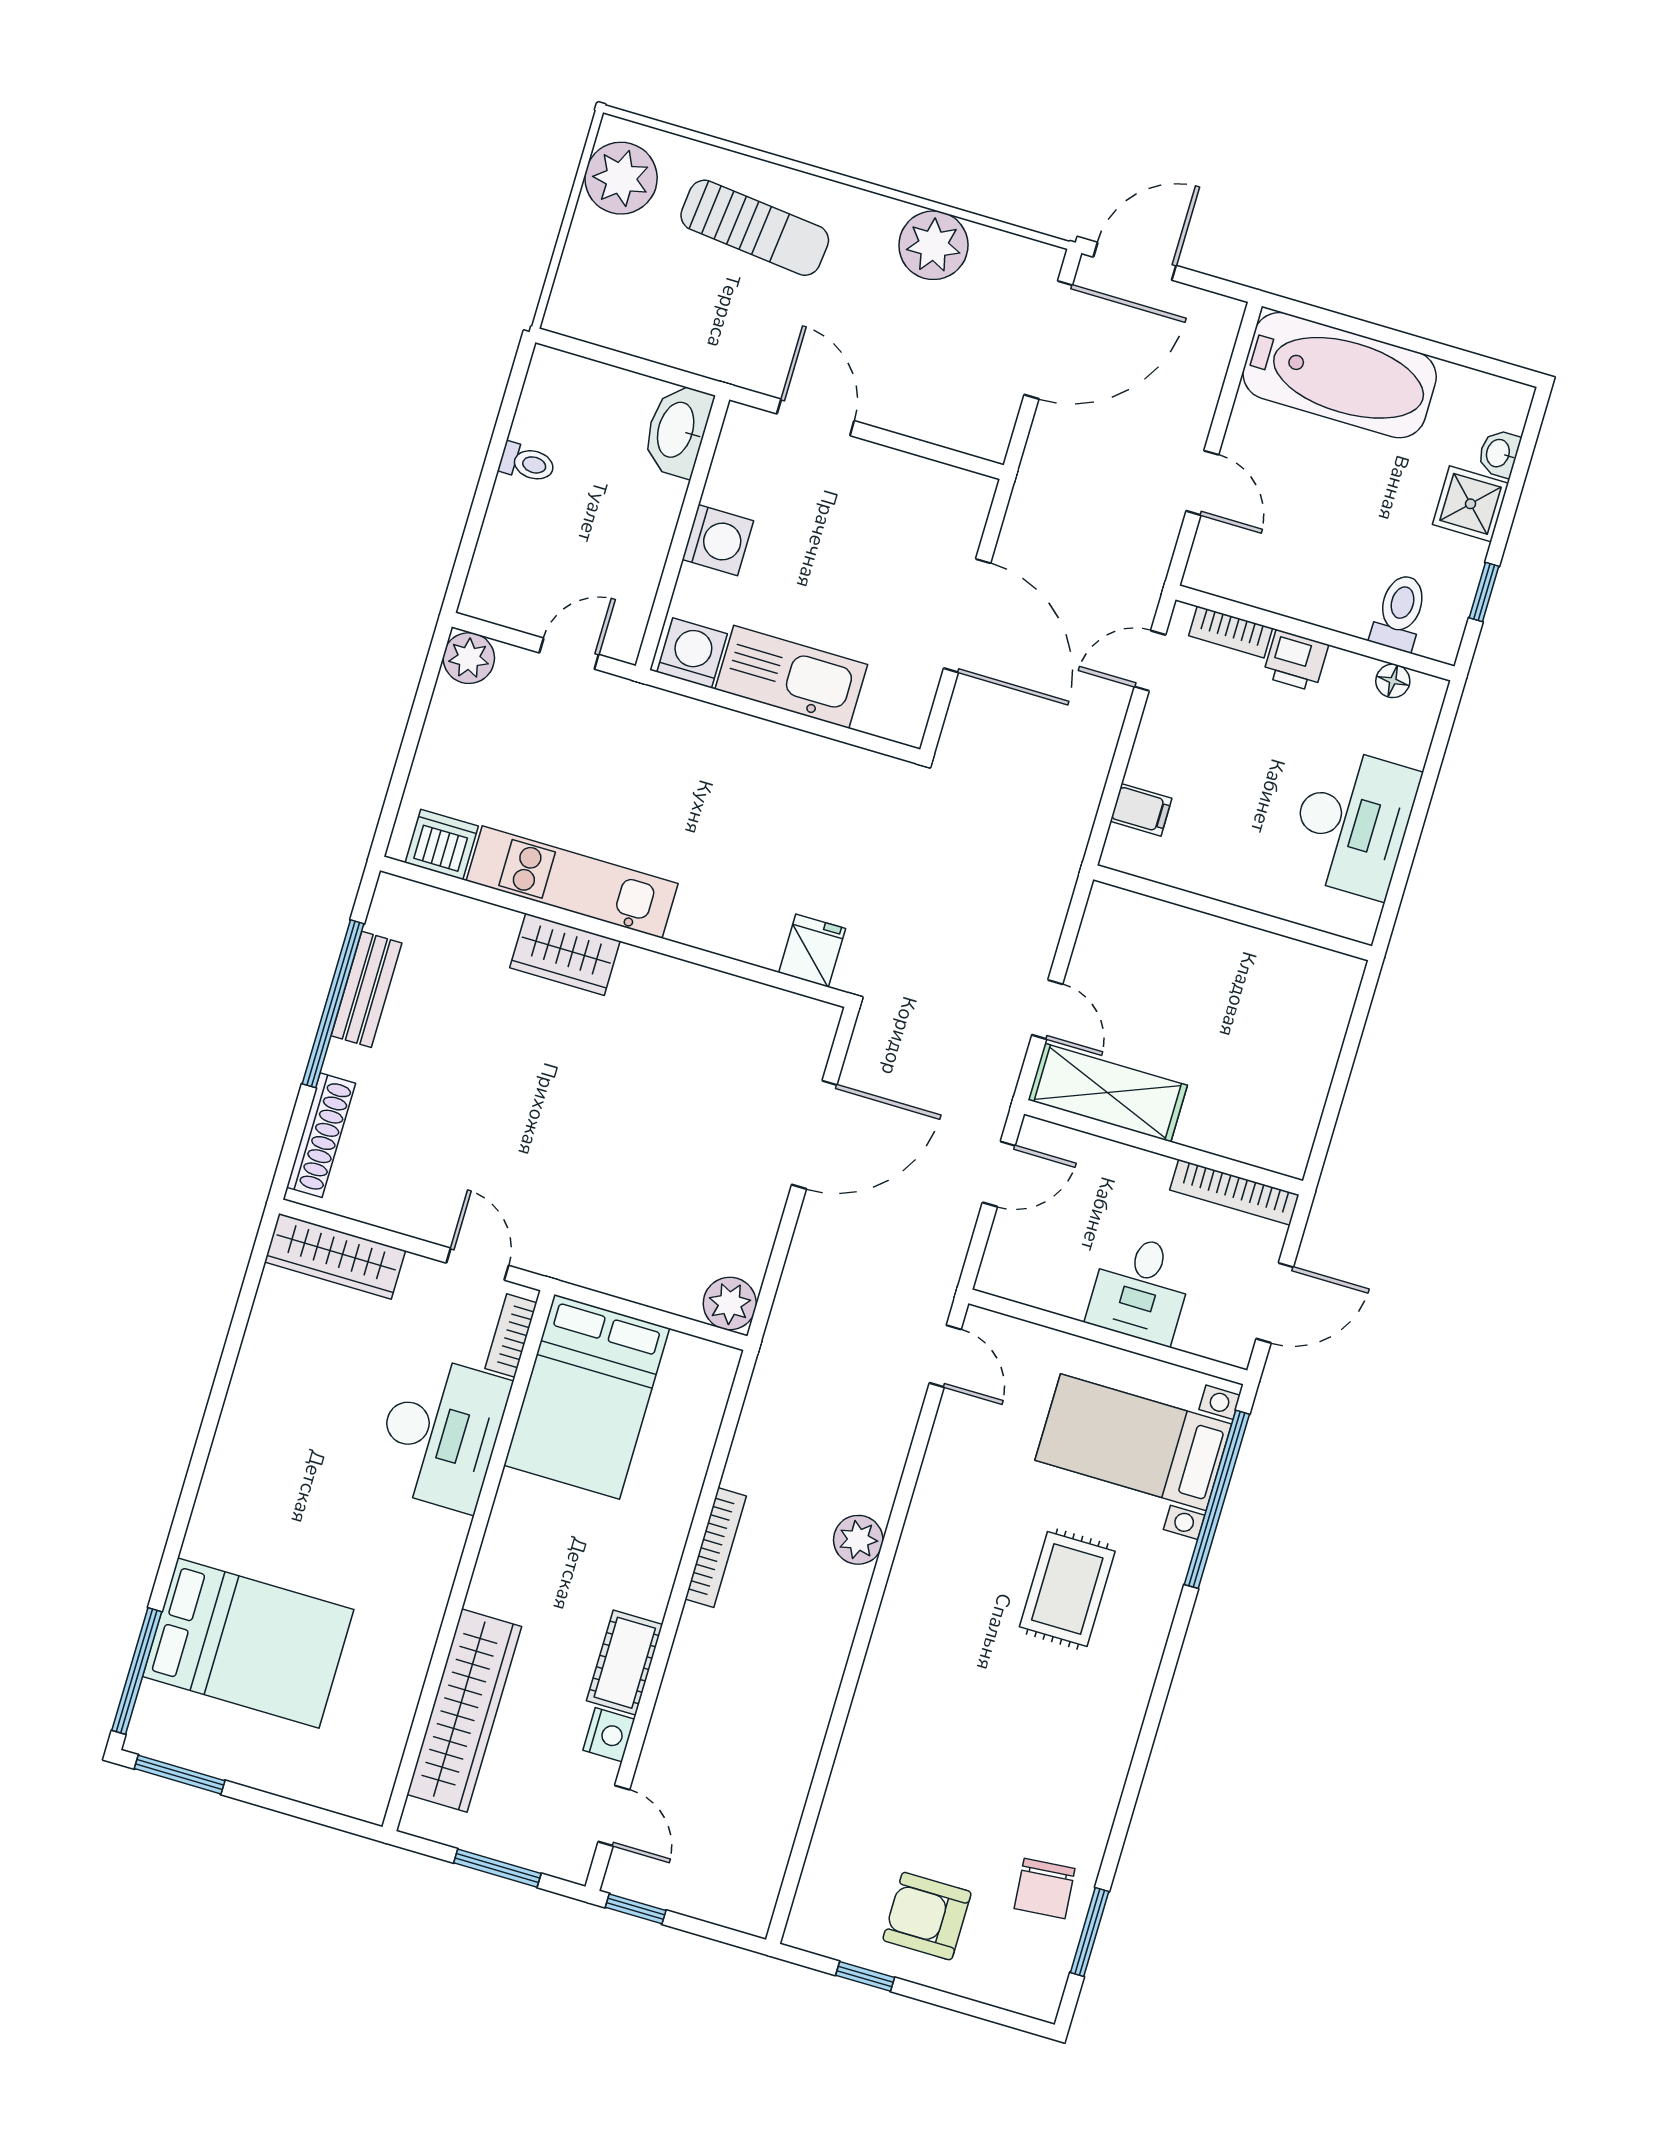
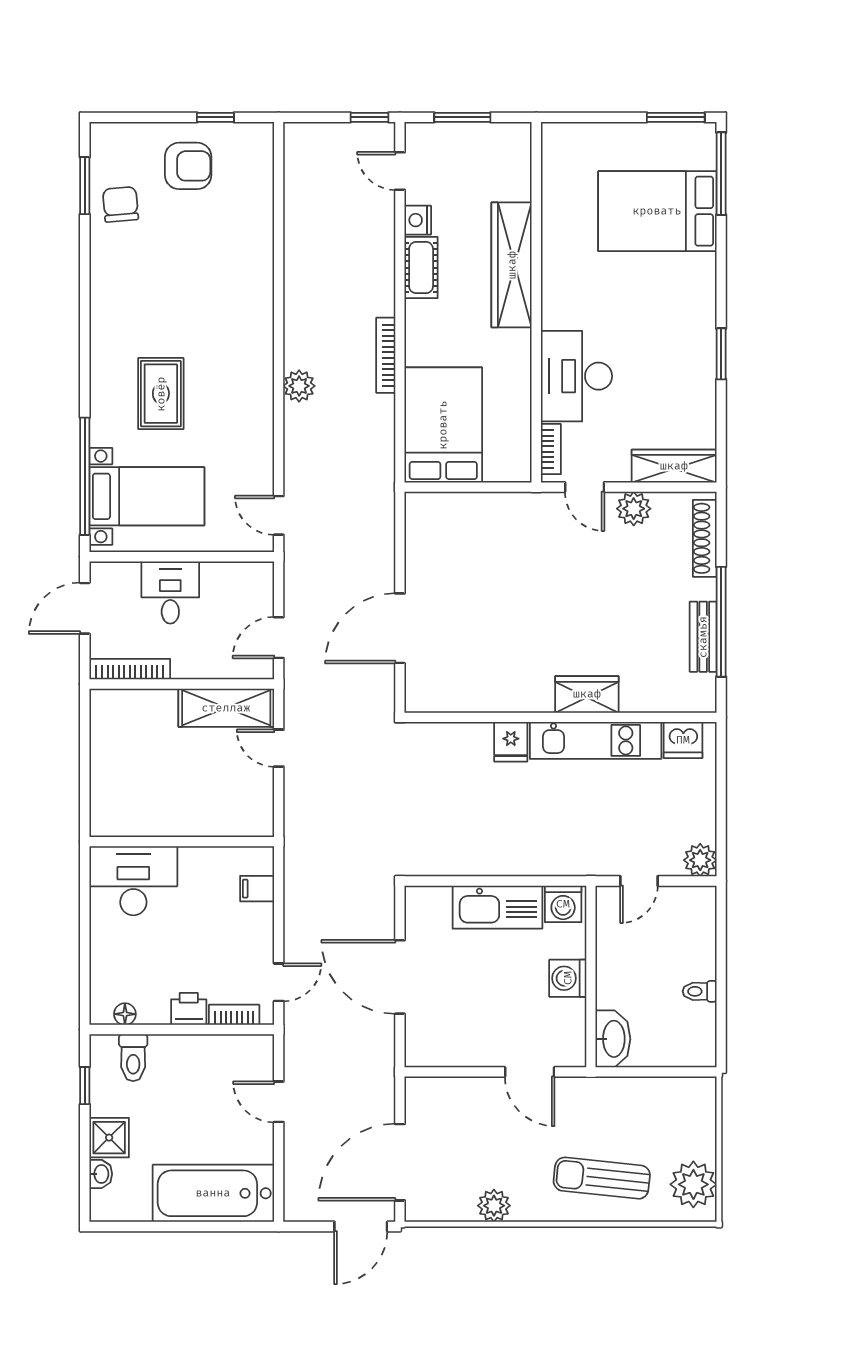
plant: (933, 245) -> (494, 1206), width x0.73, depth x0.73
desk: (1353, 822) -> (133, 881), moved, turned 90
fridge: (812, 951) -> (511, 742), moved
plant: (730, 1304) -> (634, 509), moved
bed: (587, 1397) -> (443, 425), moved
window: (216, 1403) -> (721, 354), added
wardrobe: (464, 1711) -> (512, 265), moved

